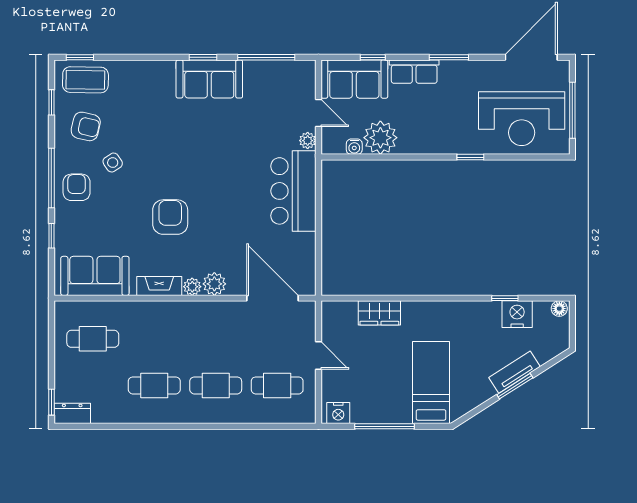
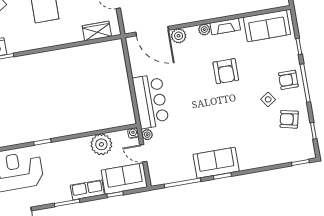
coffee table: (85, 80) -> (294, 149), removed
water cooler: (354, 147) -> (133, 133), moved
armchair: (77, 187) -> (288, 80), turned 90
plant: (214, 284) -> (179, 36), moved
wardrobe: (379, 313) -> (97, 31), moved

